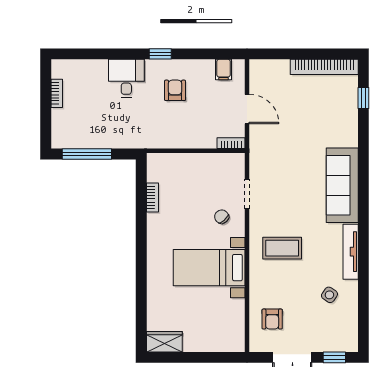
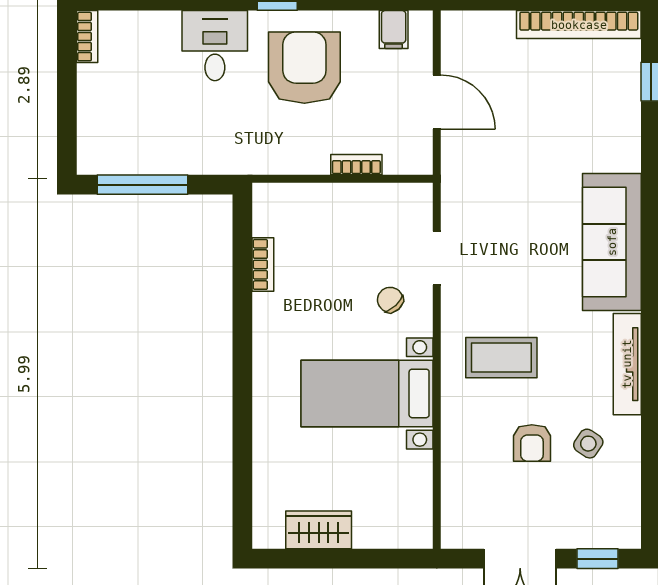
armchair: (175, 90) -> (304, 68), width x1.88, depth x1.88
bookcase: (57, 93) -> (87, 37), moved
bookcase: (231, 143) -> (356, 165), moved
armchair: (272, 319) -> (532, 443), moved
wardrobe: (164, 342) -> (319, 530), moved

